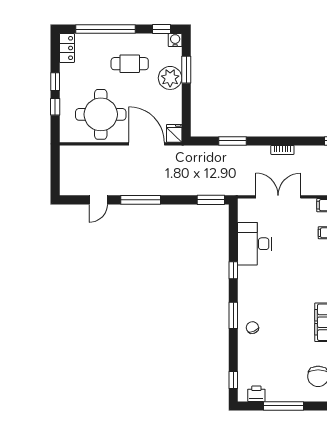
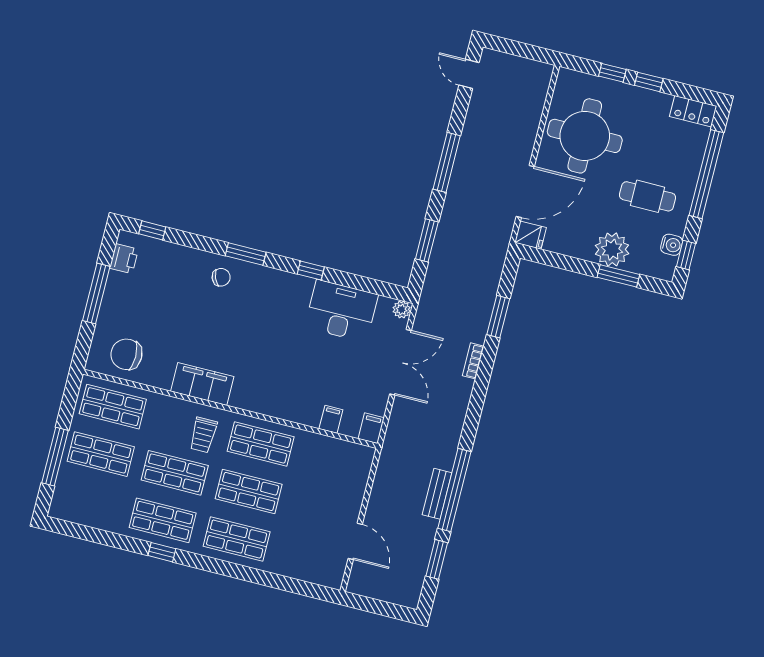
water cooler: (175, 40) -> (672, 245), moved
cafe table: (130, 64) -> (647, 196), turned 90
bookcase: (282, 150) -> (473, 361), moved
door: (98, 200) -> (469, 74), moved
window: (211, 200) -> (427, 240), moved
plant: (244, 205) -> (402, 310), added

